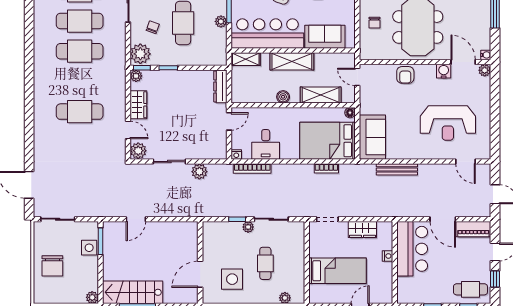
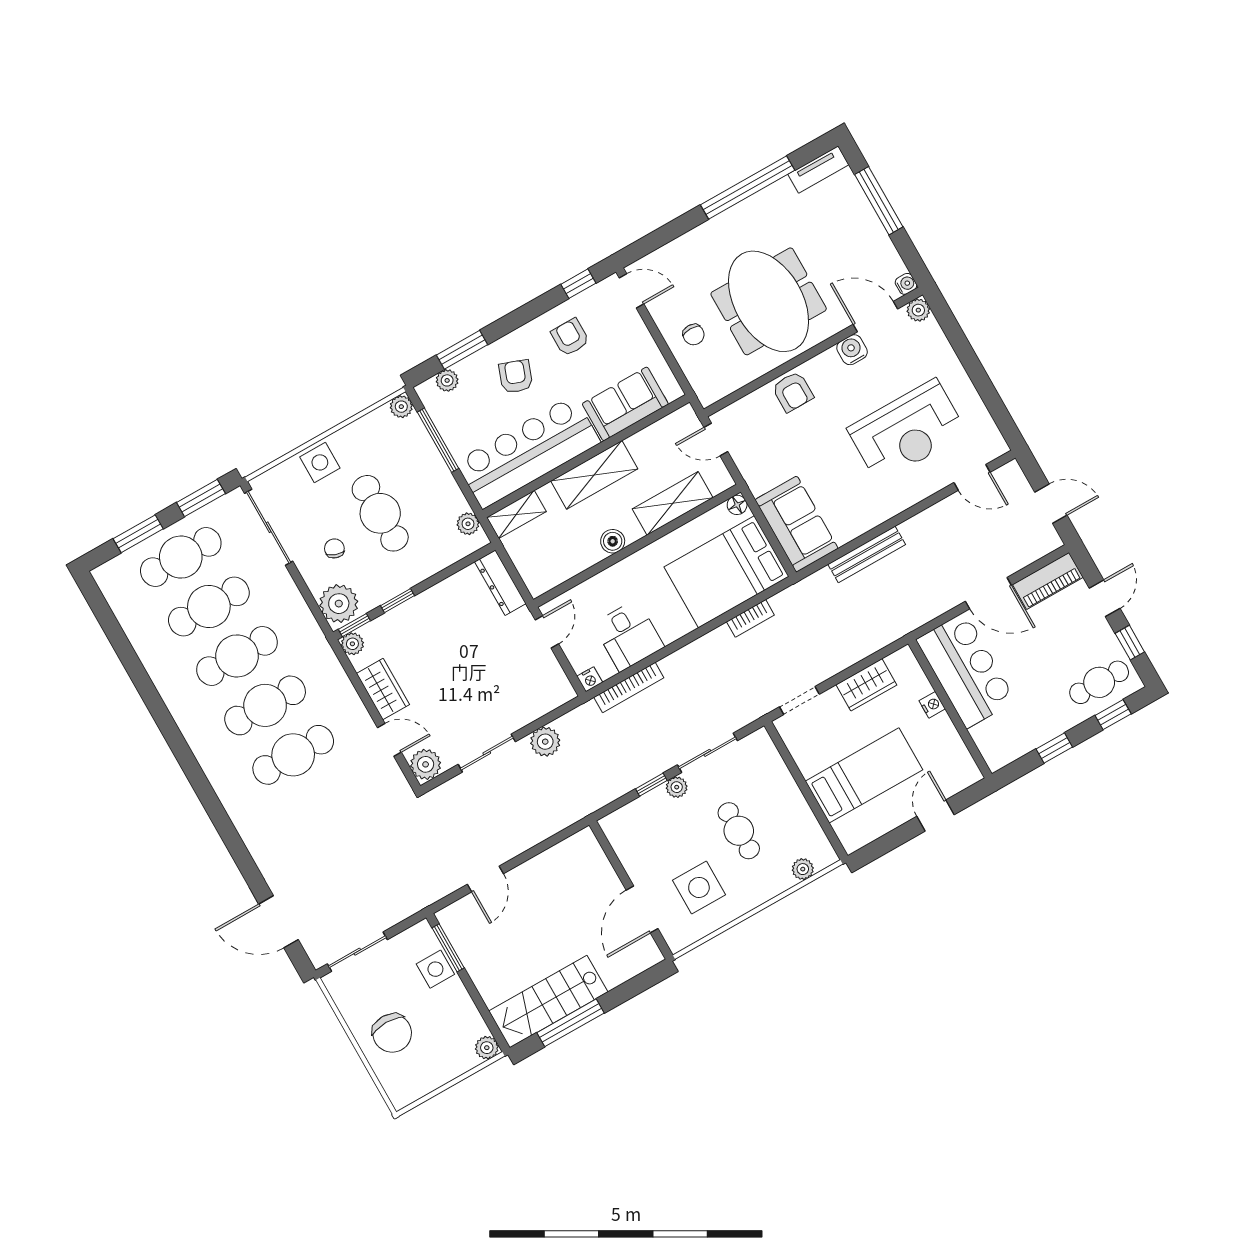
plant: (221, 21) -> (468, 524), moved
cafe table: (80, 81) -> (265, 705), added

